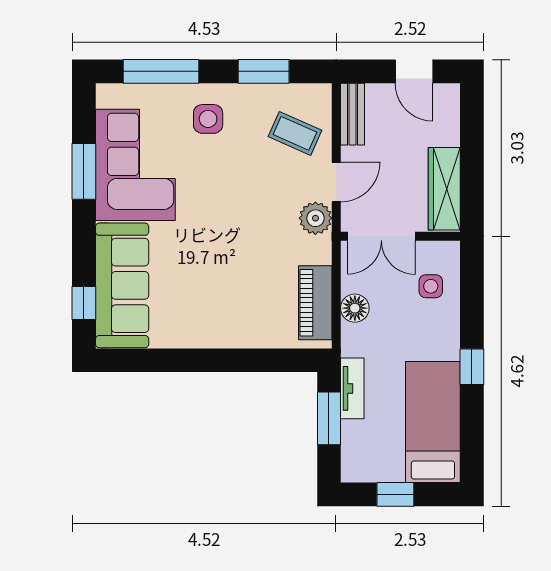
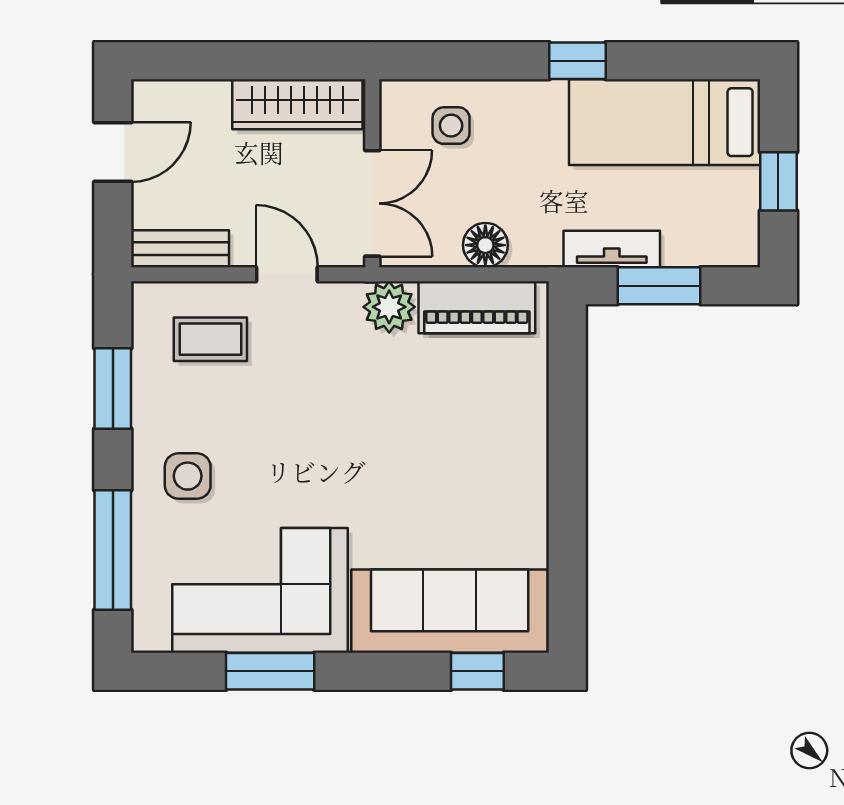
coffee table: (295, 133) -> (210, 339), turned 66
plant: (315, 218) -> (389, 307), moved

